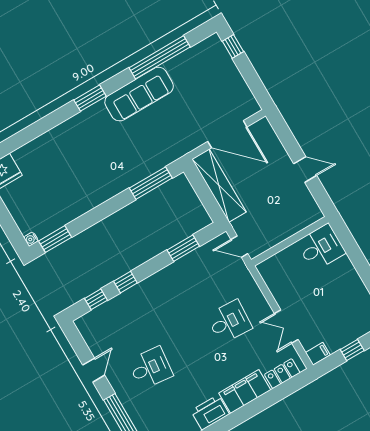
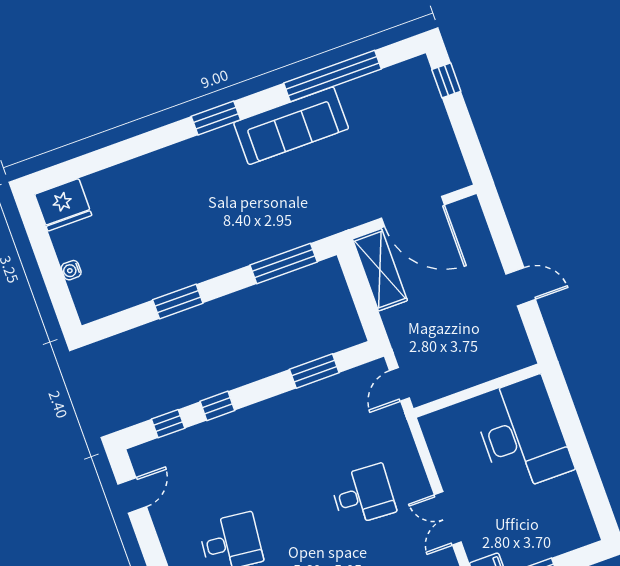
shelving: (219, 186) -> (380, 270), width x0.68
water cooler: (31, 239) -> (71, 270), moved
window: (55, 239) -> (178, 302), moved
door: (239, 247) -> (399, 384), hinge flipped
desk: (321, 247) -> (522, 434), width x1.87, depth x1.30
door: (94, 370) -> (132, 495), moved

